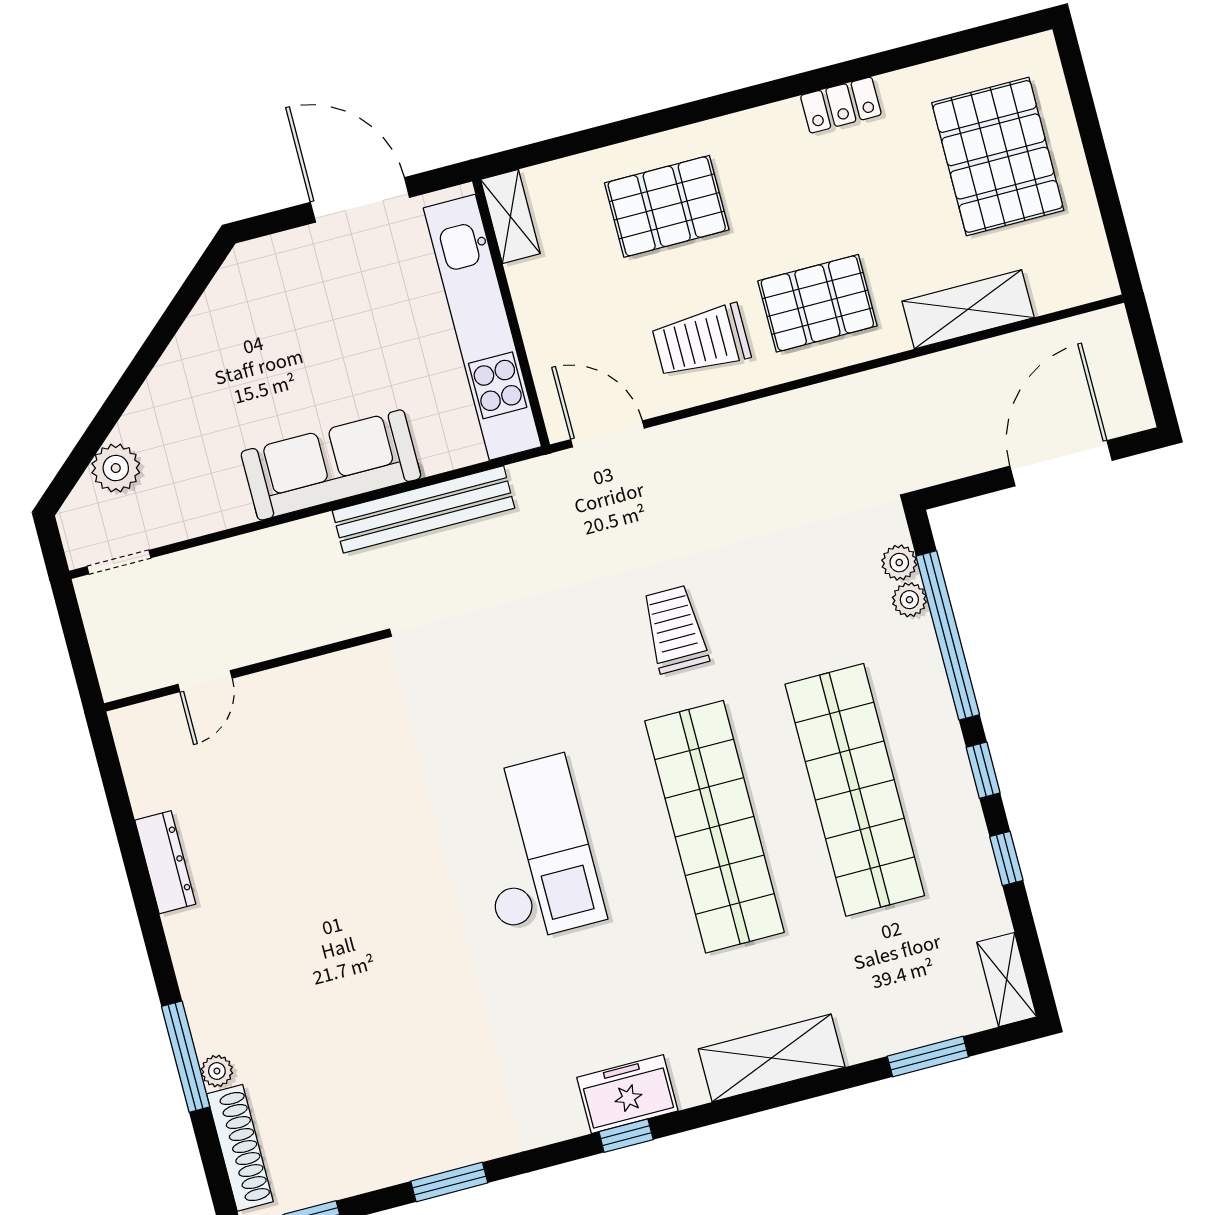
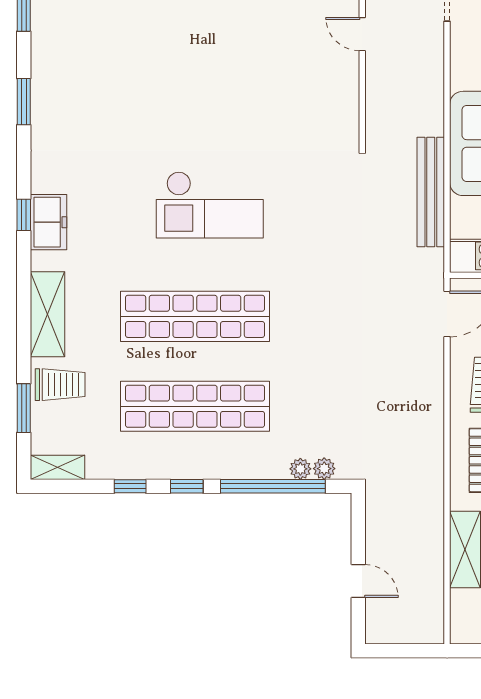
door: (1061, 463) -> (358, 581), width x0.53
trolley: (675, 629) -> (60, 385), moved

